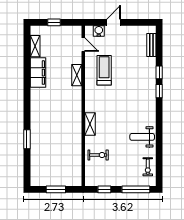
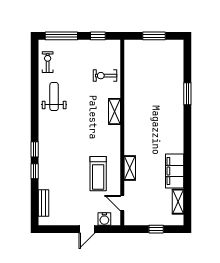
weight bench: (142, 137) -> (54, 97), turned -90

